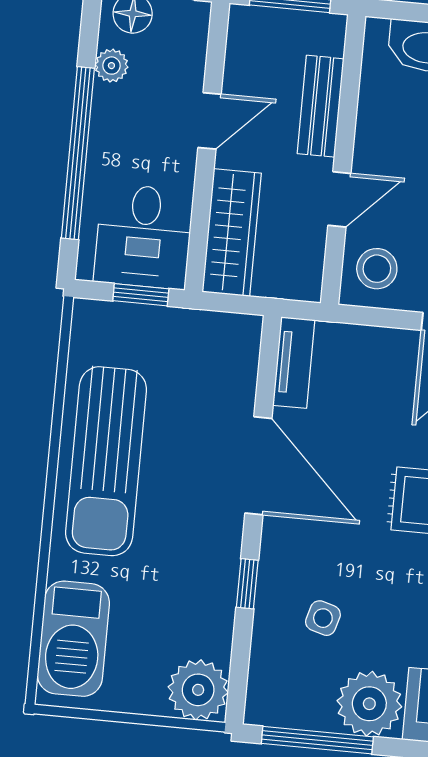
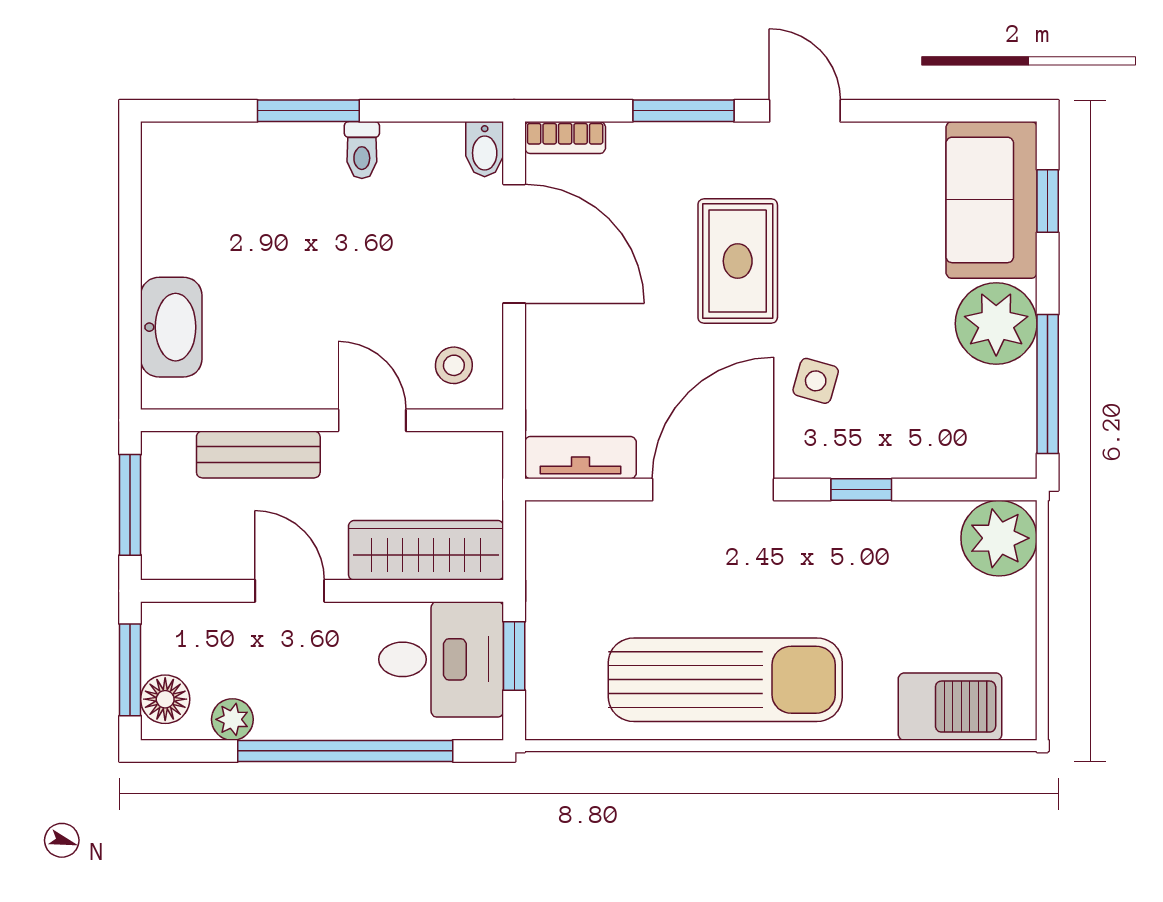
stool: (377, 269) -> (454, 365), width x0.73, depth x0.73
side table: (323, 618) -> (816, 381), moved
barbecue: (73, 639) -> (950, 707), width x0.73, depth x0.83

